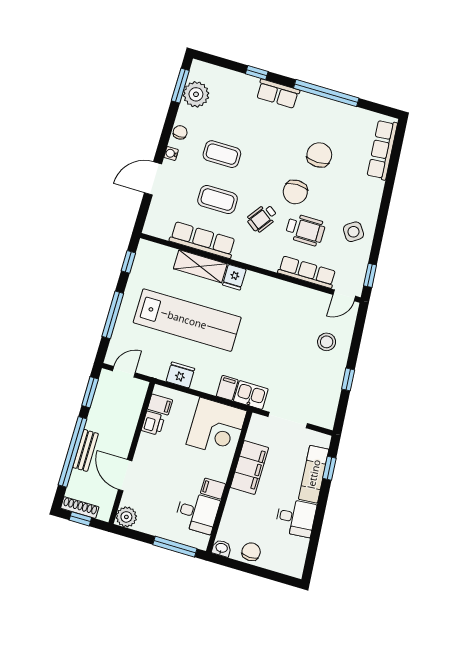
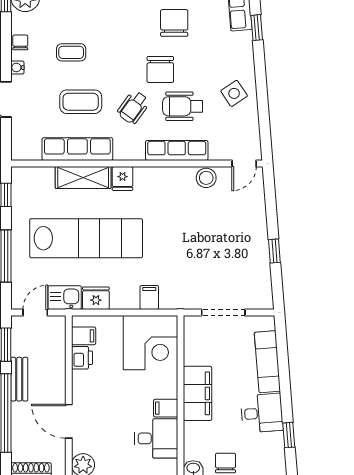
coffee table: (222, 154) -> (71, 52), width x0.73, depth x0.77
wheelchair: (305, 230) -> (183, 106), turned 180
row of seats: (307, 272) -> (177, 150), moved
window: (370, 275) -> (257, 28), moved
stool: (327, 342) -> (206, 178), moved
kitchen sink: (251, 395) -> (65, 298), moved
bench: (85, 450) -> (19, 379), moved
filing cabinet: (249, 467) -> (198, 393), moved
window: (329, 468) -> (289, 435), moved

